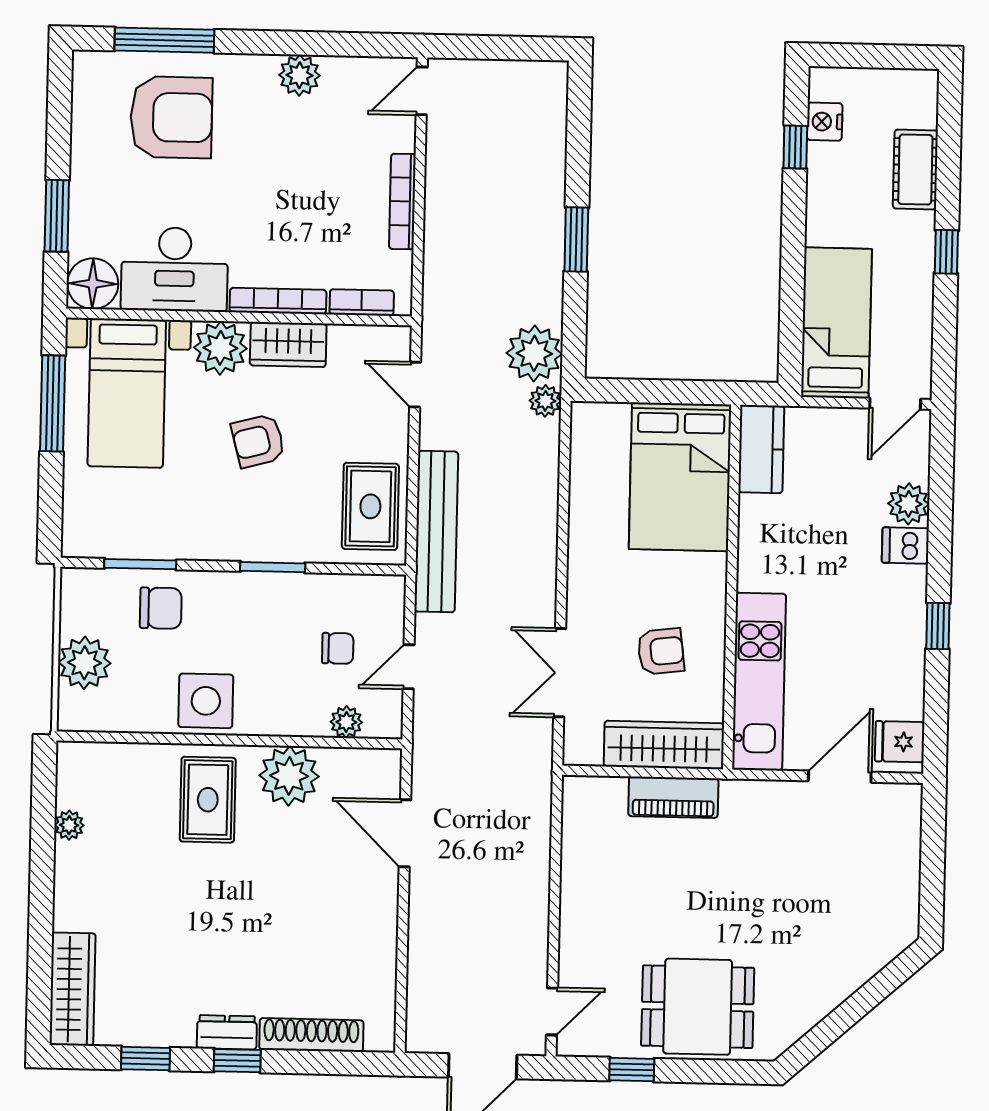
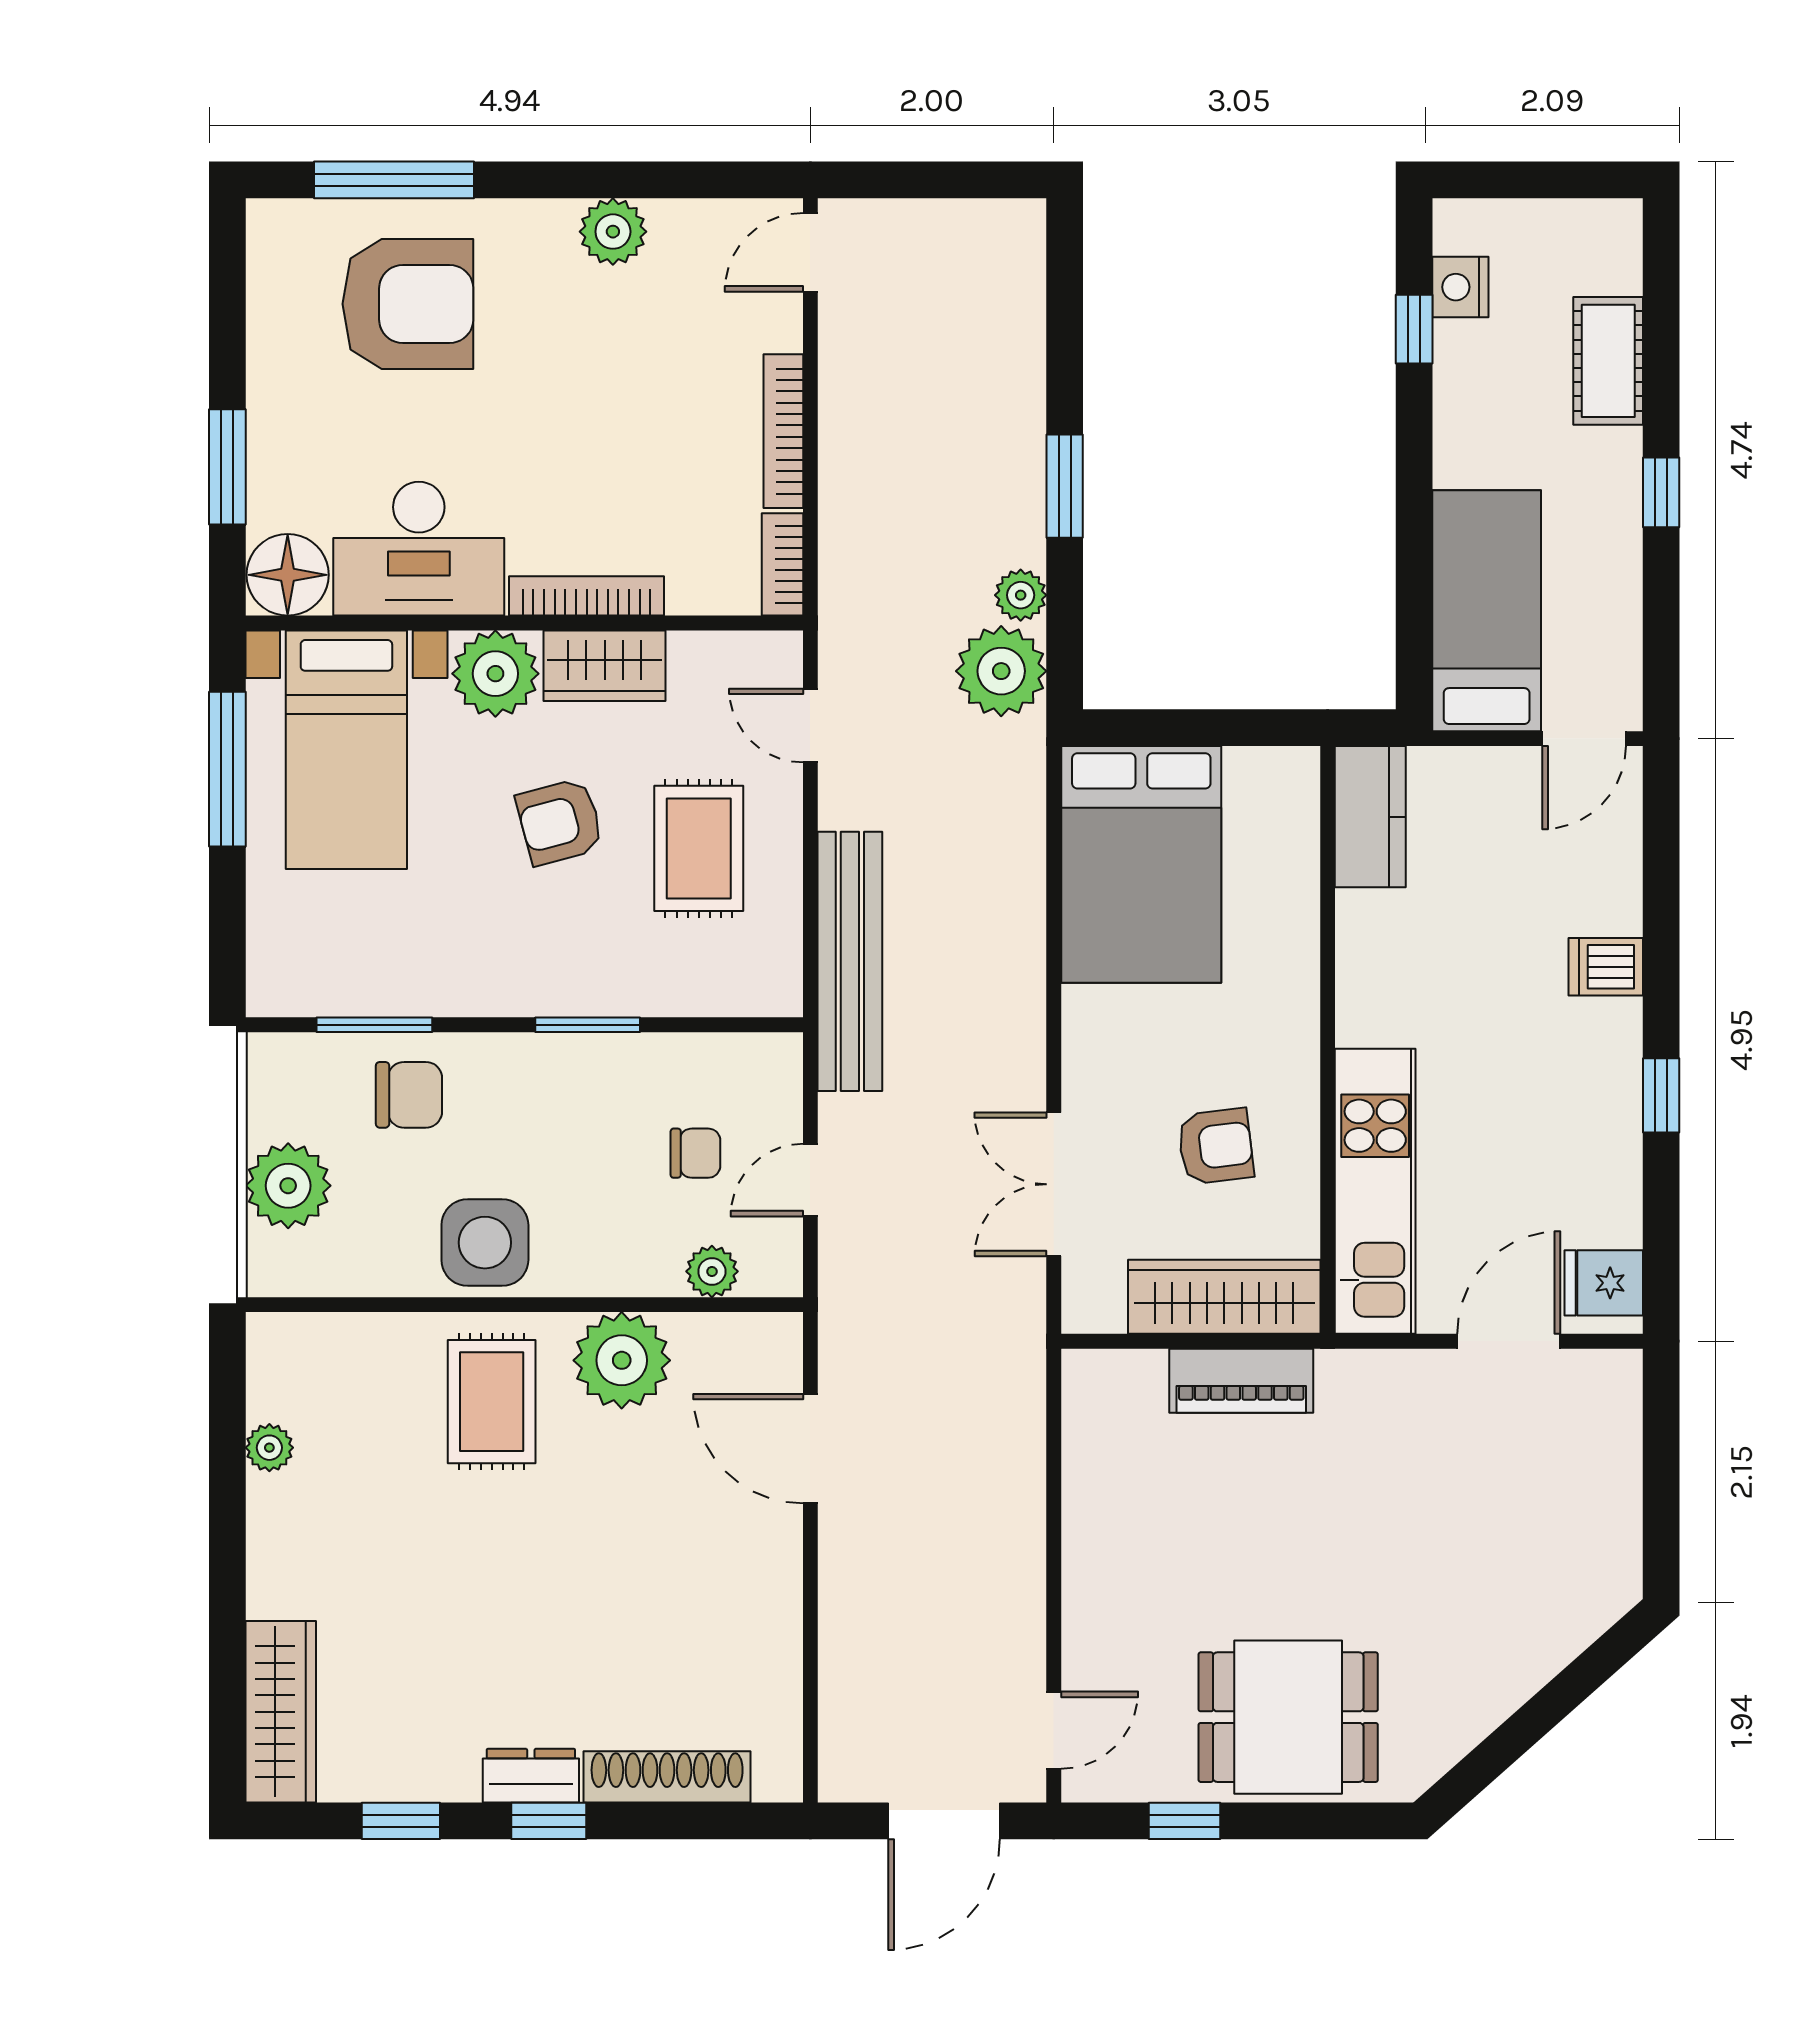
bookcase: (362, 302) -> (782, 564), moved, turned -90
plant: (545, 401) -> (1021, 595), moved
bed: (680, 477) -> (1141, 864), moved
plant: (909, 504) -> (1610, 900), removed
rug: (370, 506) -> (699, 848), moved

